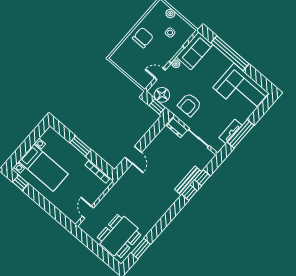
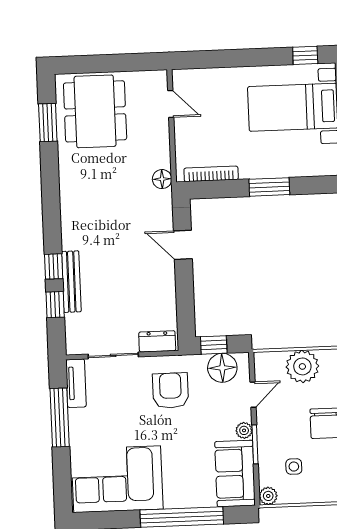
plant: (170, 13) -> (268, 496), moved
plant: (131, 67) -> (302, 366), added
tv unit: (230, 131) -> (76, 383), moved
floor lamp: (118, 187) -> (162, 179), added

